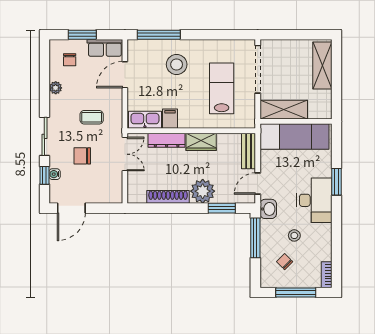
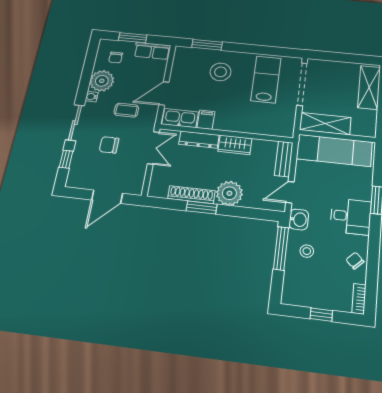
window: (159, 35) -> (207, 45), width x0.69
door: (125, 75) -> (164, 94), moved
plant: (56, 88) -> (102, 81), width x1.87, depth x1.87
lab bench: (222, 88) -> (266, 79), moved
water cooler: (55, 174) -> (92, 97), moved
desk: (314, 200) -> (351, 216), width x0.73
door: (71, 208) -> (107, 197), moved
window: (222, 208) -> (202, 207), moved
stool: (294, 235) -> (307, 251), moved
chair: (285, 262) -> (355, 261), moved
window: (296, 292) -> (321, 315), width x0.46

